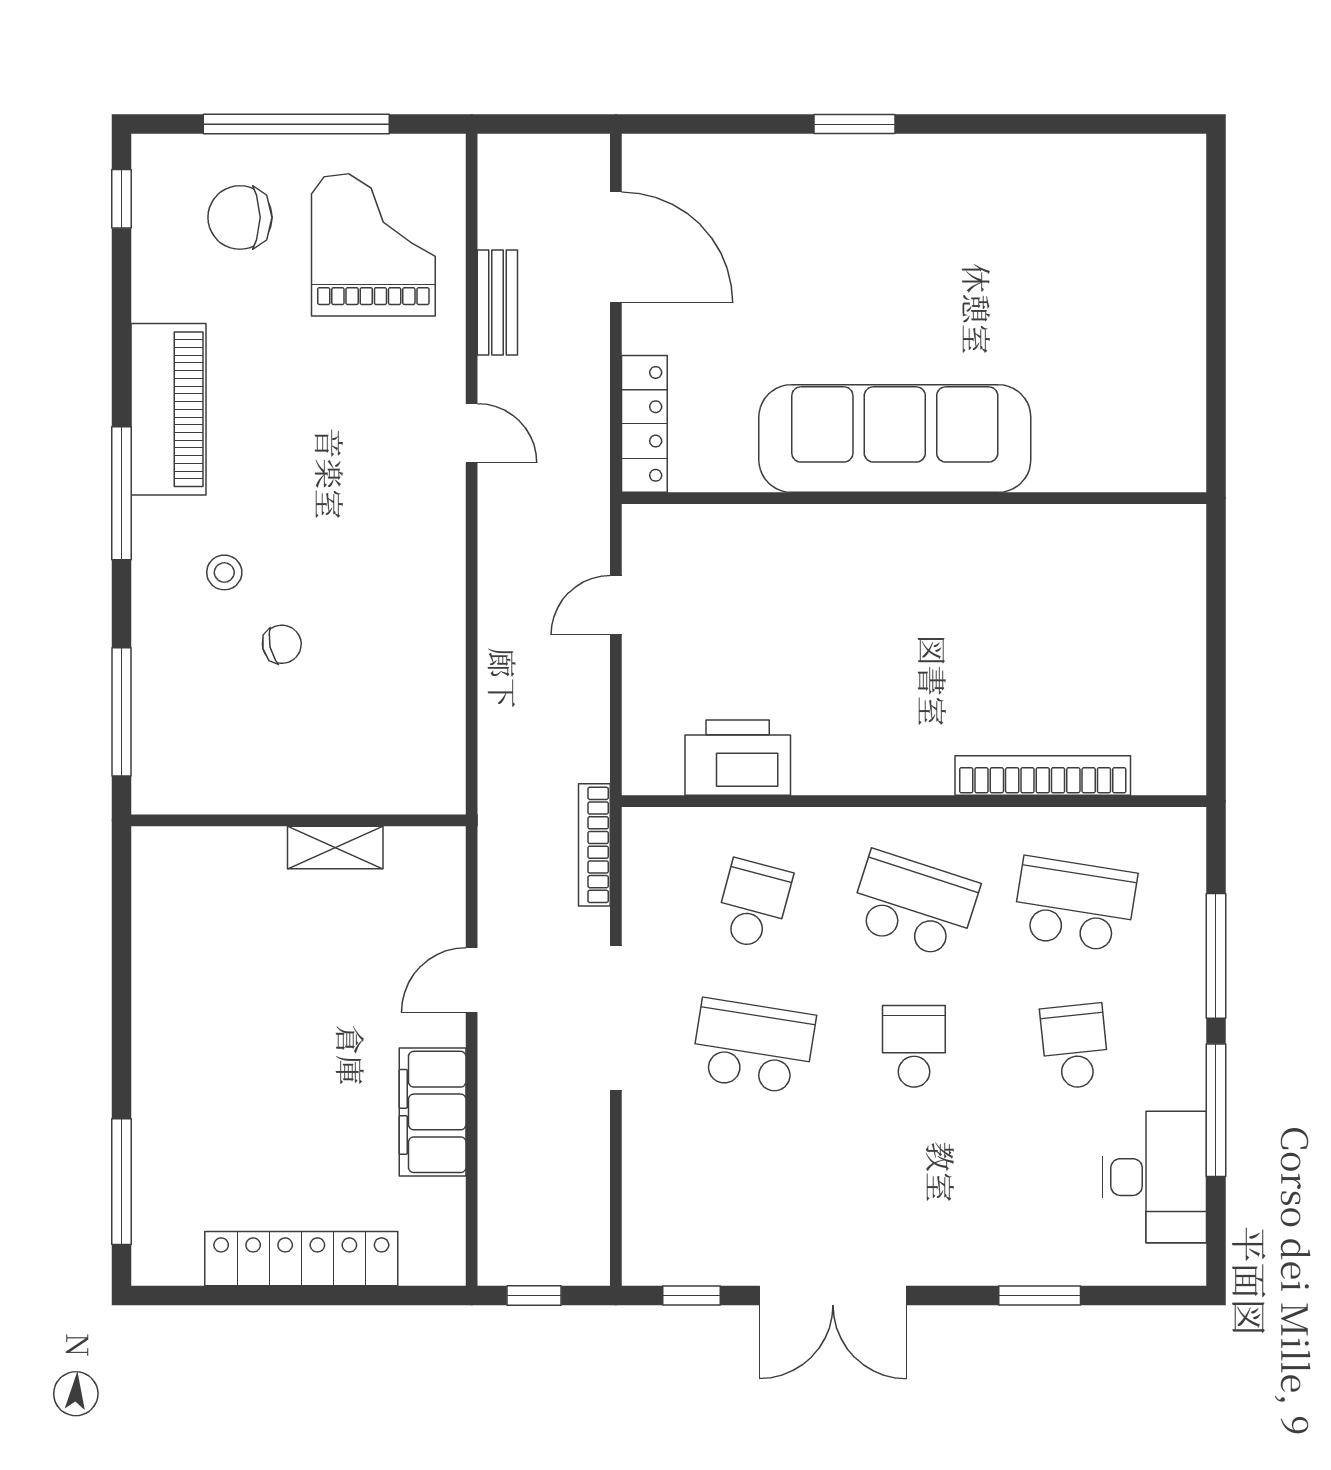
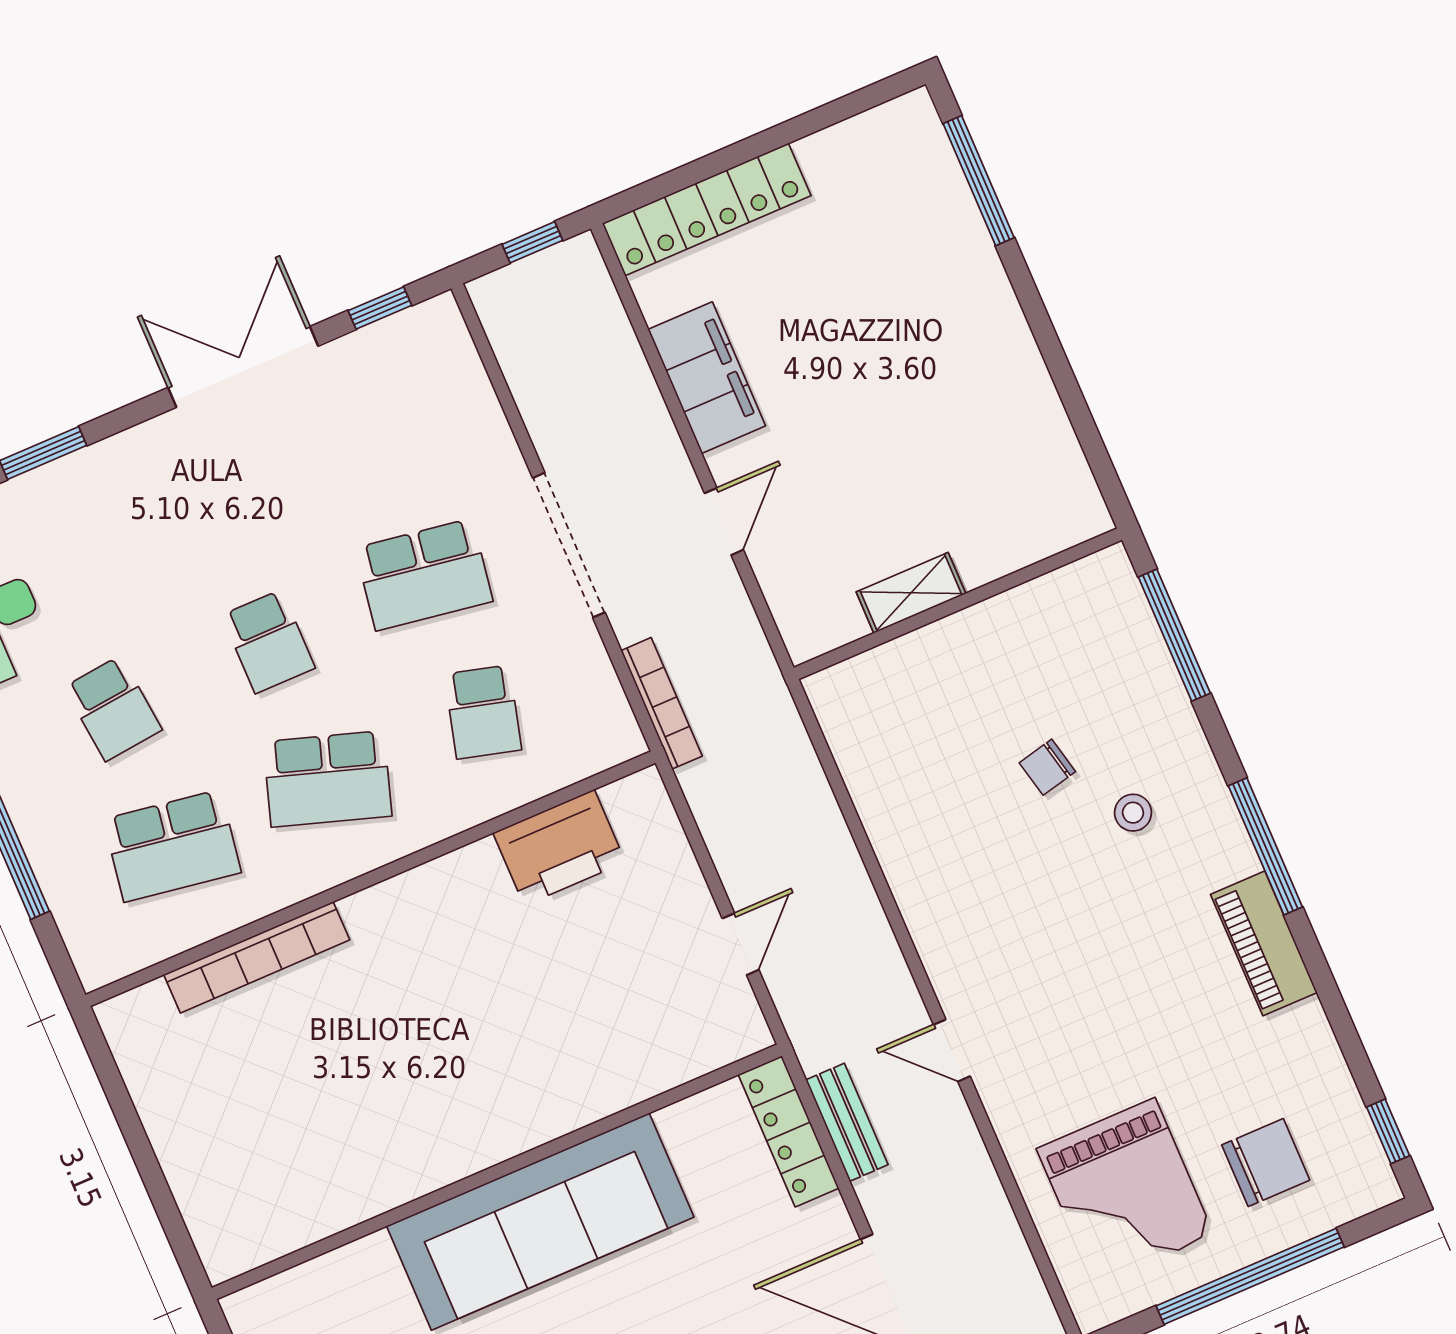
bench: (497, 303) -> (847, 1122), moved
piano: (168, 409) -> (1264, 943), width x0.73, depth x0.75
locker: (301, 1259) -> (707, 210), moved

